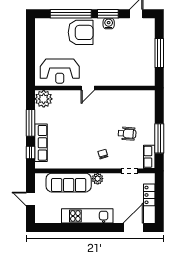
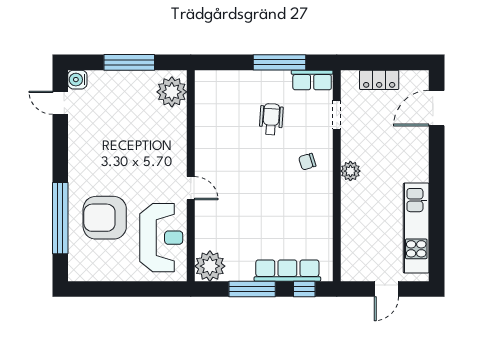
window: (108, 14) -> (60, 153), removed
water cooler: (109, 24) -> (77, 80), moved
armchair: (81, 32) -> (105, 218), moved, turned -90
plant: (143, 77) -> (172, 92), added
sofa: (69, 183) -> (357, 222), removed
kitchen unit: (87, 216) -> (416, 228), moved
door: (133, 228) -> (437, 108), hinge flipped

